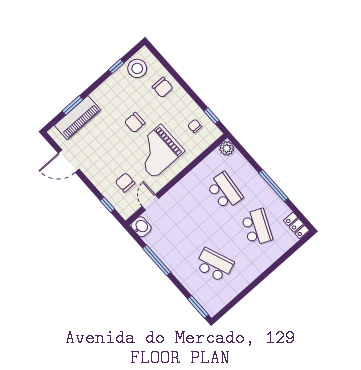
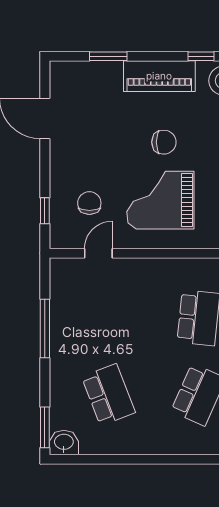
piano: (78, 118) -> (159, 76), moved
chair: (135, 123) -> (164, 142), turned 180
washbasin: (141, 227) -> (64, 442), moved, turned -90

